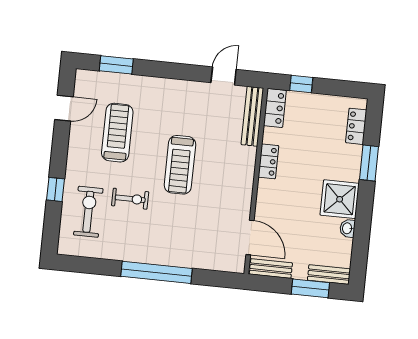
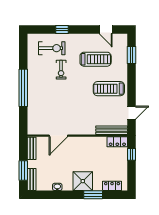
door: (224, 76) -> (131, 113), hinge flipped
locker: (268, 161) -> (89, 141), removed
treadmill: (180, 165) -> (109, 89), moved
shower: (340, 199) -> (83, 181), moved
door: (250, 238) -> (58, 136), moved

